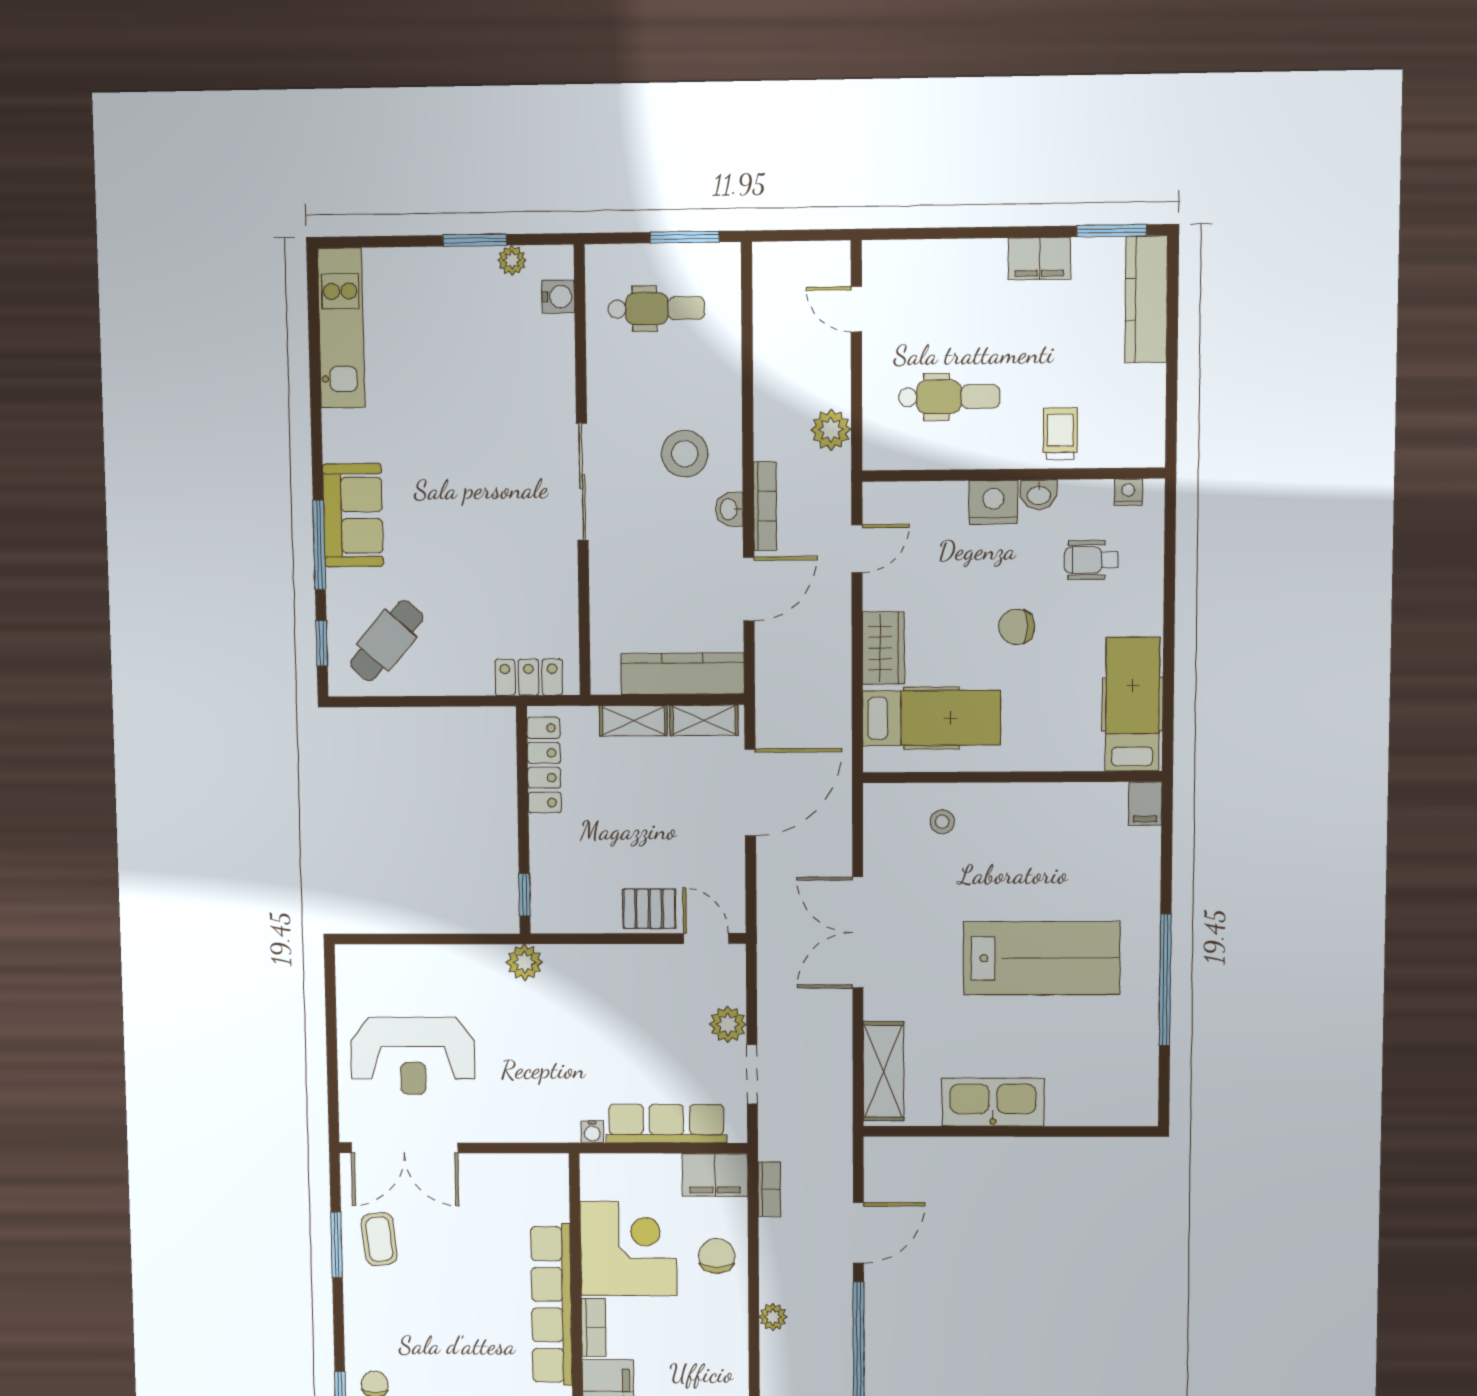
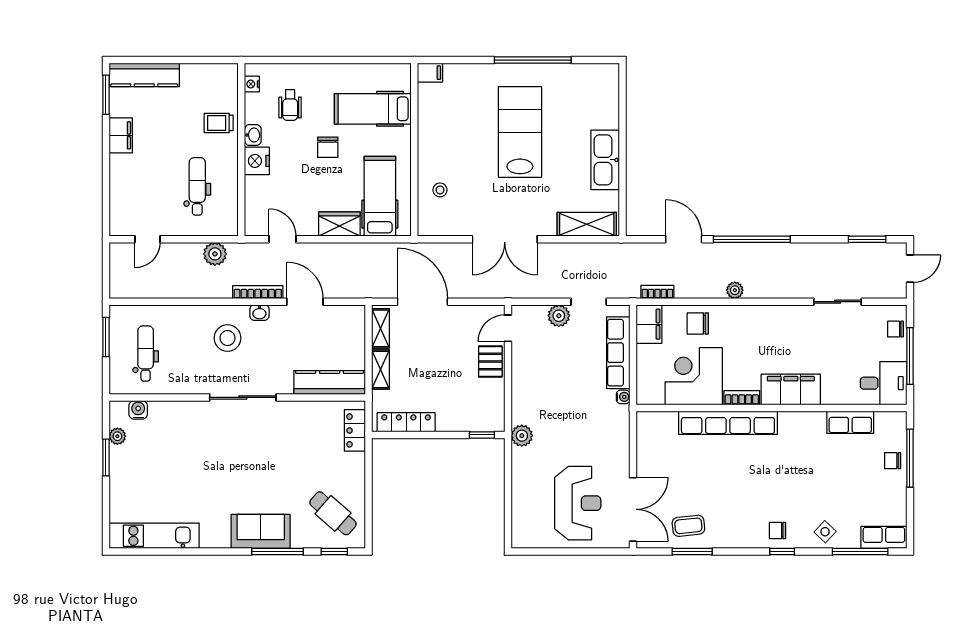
kitchen counter: (683, 674) -> (330, 382), moved, turned 90
hospital bed: (1132, 704) -> (373, 109), moved

